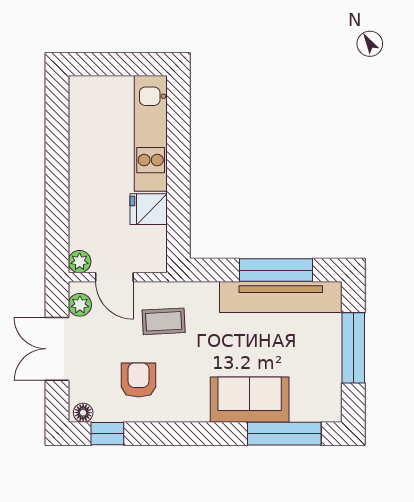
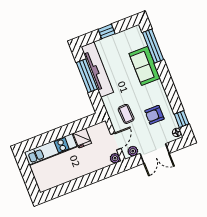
window: (353, 348) -> (107, 31), width x0.46

